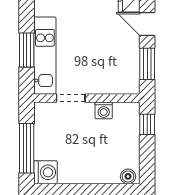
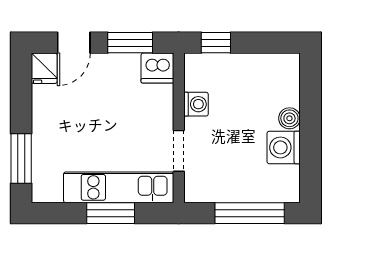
dishwasher: (129, 83) -> (157, 68), added
washing machine: (46, 172) -> (284, 147), moved, turned -90
boiler: (128, 176) -> (289, 118), moved

